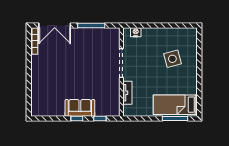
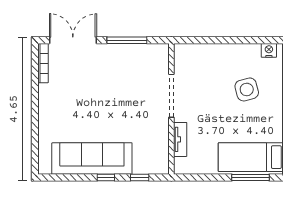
double door: (55, 25) -> (73, 40), swing flipped
nightstand: (136, 32) -> (269, 50), moved
sofa: (80, 108) -> (92, 159), width x1.85, depth x1.27

